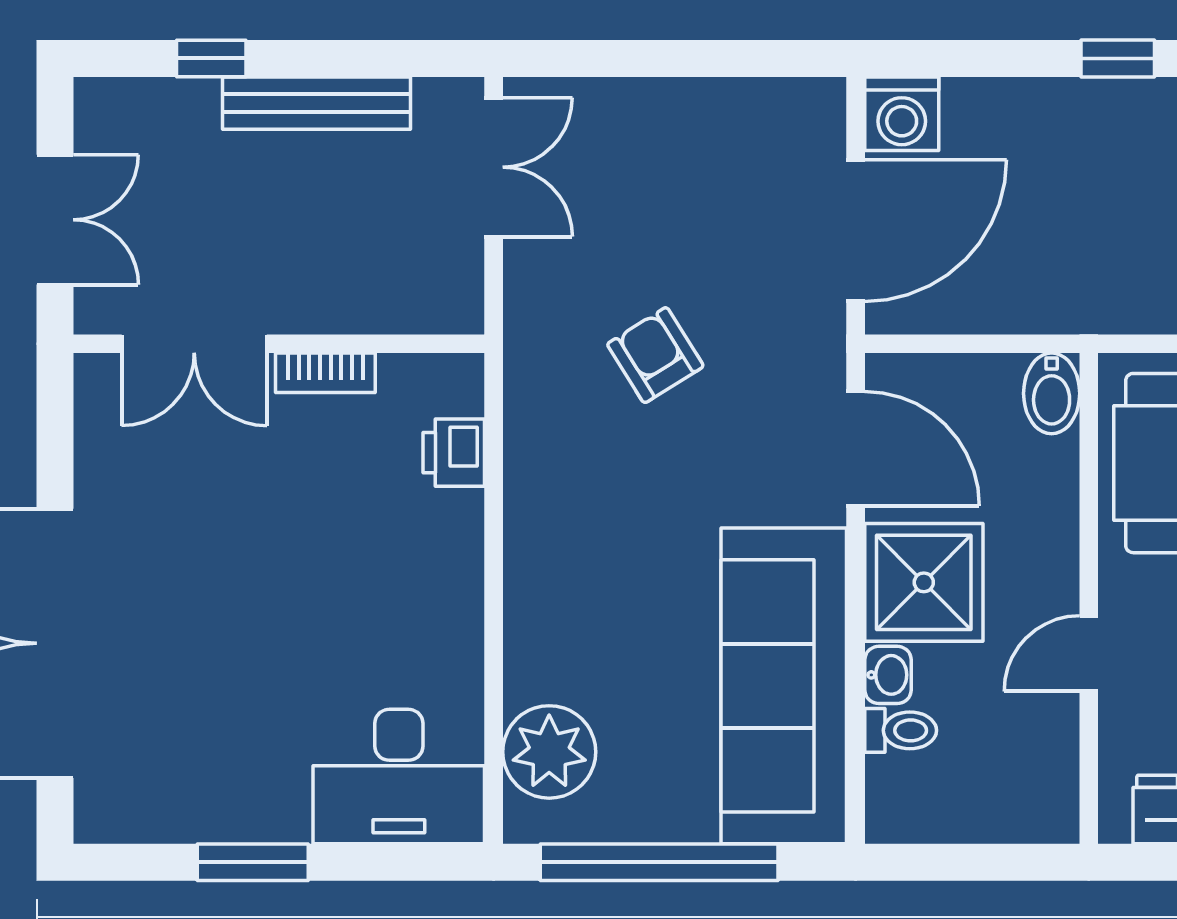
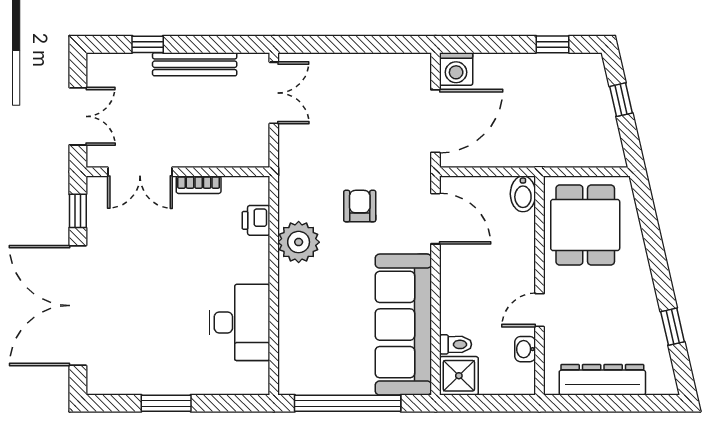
armchair: (655, 355) -> (360, 206), moved, turned 32
window: (55, 432) -> (78, 211), added
shower: (924, 582) -> (459, 376), moved, width x0.73, depth x0.73
washbasin: (888, 675) -> (525, 349), moved, turned 180
plant: (549, 752) -> (299, 242), moved
desk: (399, 776) -> (240, 322), moved, turned -90

